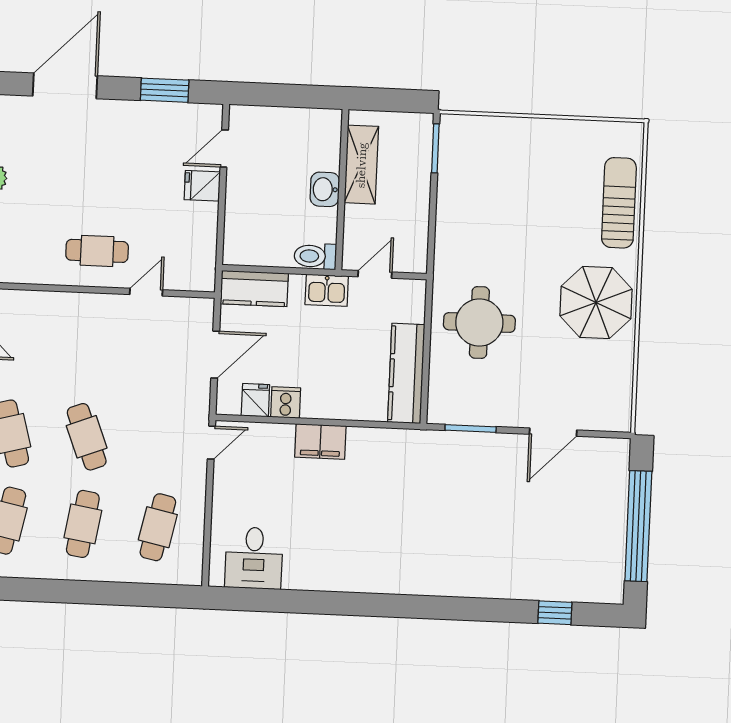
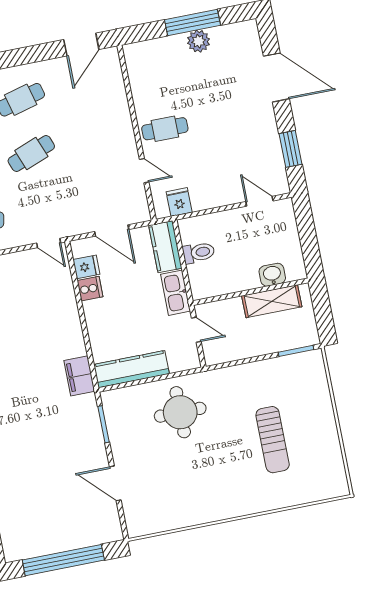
fridge: (202, 186) -> (179, 202), moved
washbasin: (325, 189) -> (272, 275), moved
sun lounger: (619, 203) -> (273, 440), moved, turned 90
cafe table: (97, 251) -> (165, 129), turned 90
toilet: (315, 256) -> (199, 253), moved, turned 90
kitchen sink: (327, 290) -> (176, 293), width x1.38
parasol: (596, 302) -> (215, 491), removed
filing cabinet: (320, 441) -> (79, 376), moved

